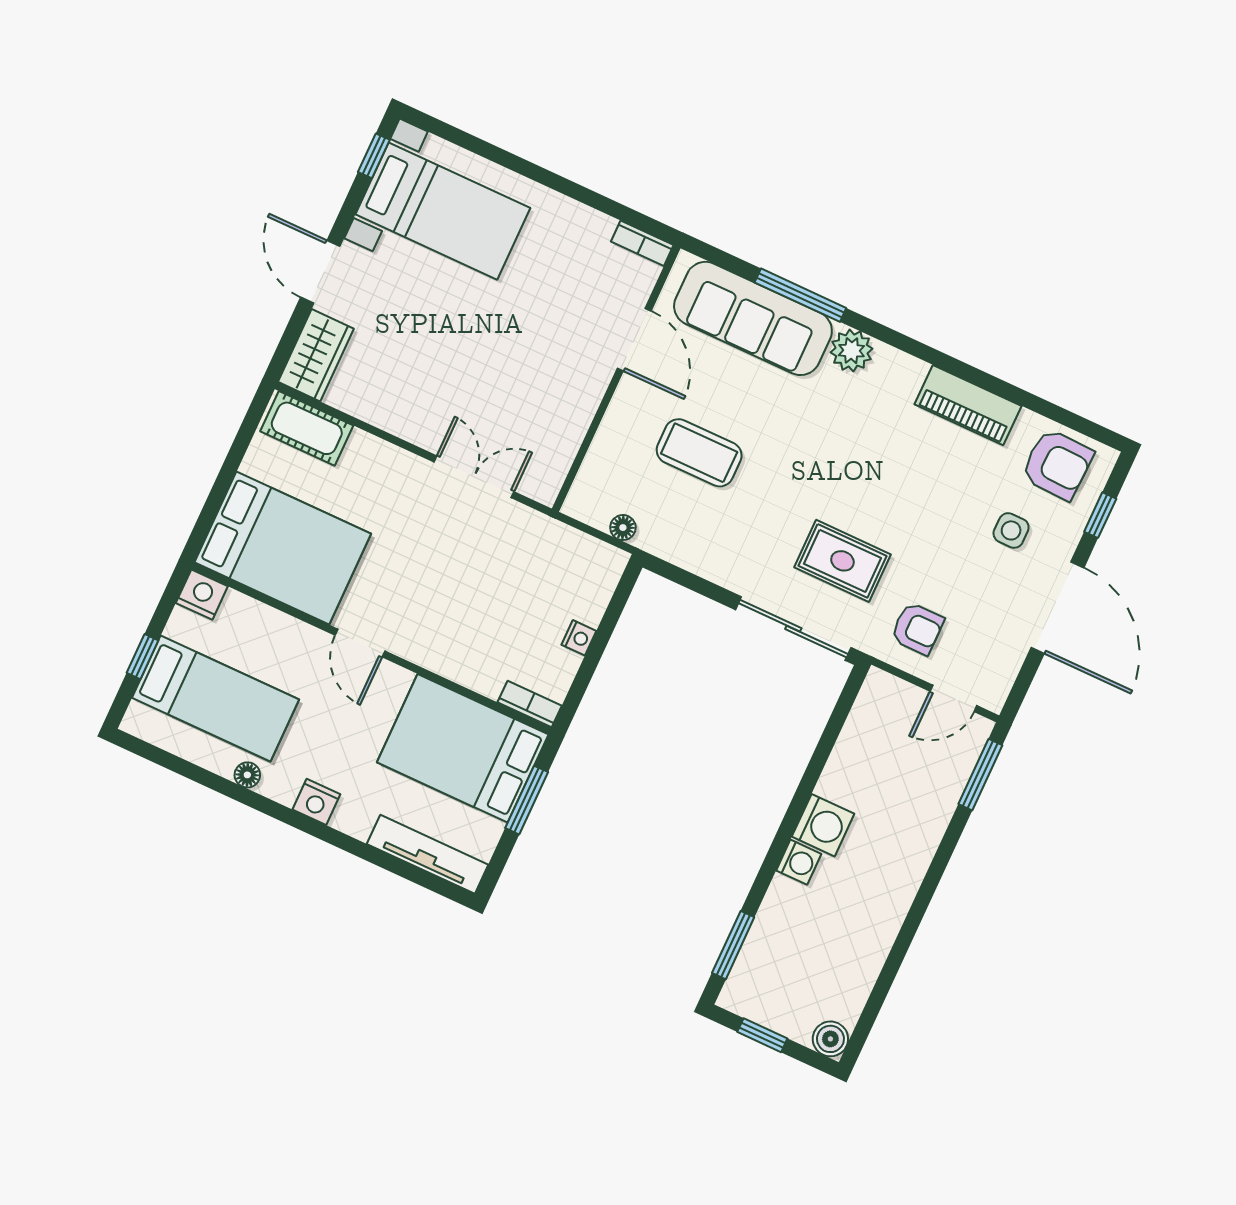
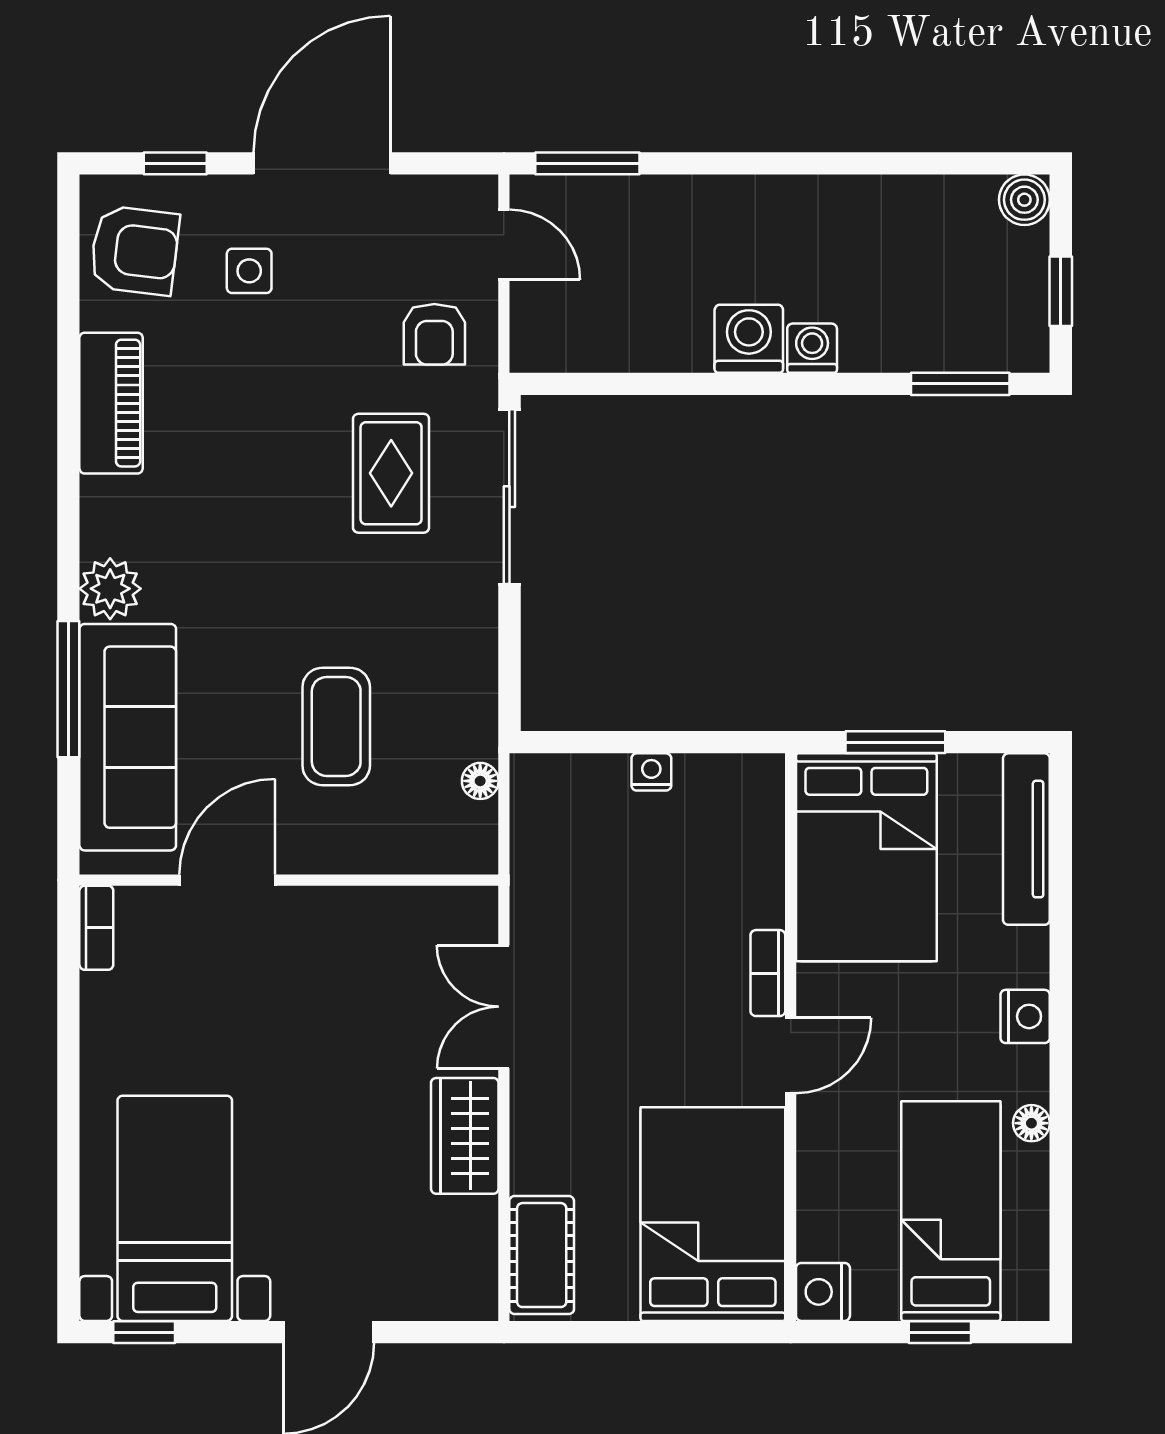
wardrobe: (316, 355) -> (465, 1136), moved, turned -90
armchair: (1057, 464) -> (135, 250), turned 95
armchair: (917, 629) -> (434, 334), turned 180
bookcase: (530, 704) -> (768, 973), moved

